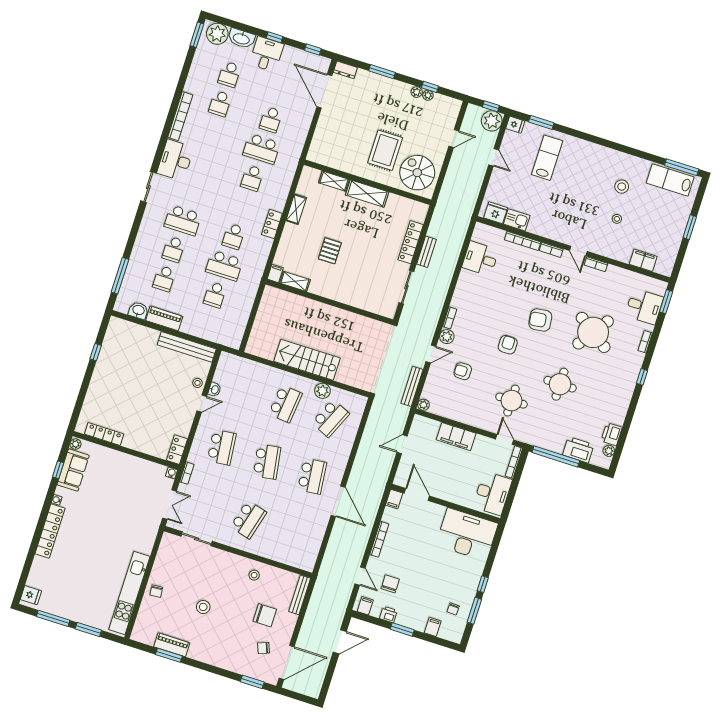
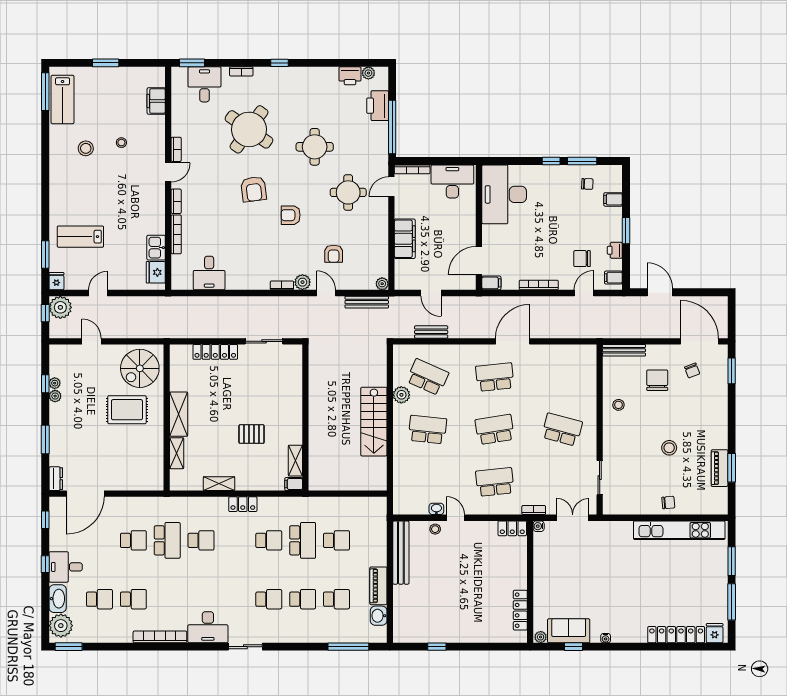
school desk: (183, 220) -> (269, 599), width x0.54
bench: (427, 252) -> (431, 332), moved
locker: (50, 531) -> (676, 635), moved

